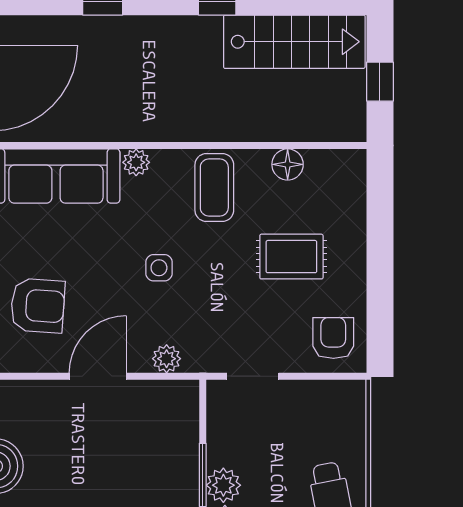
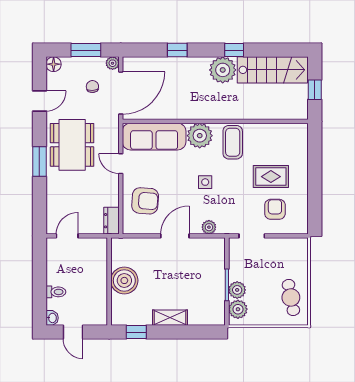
plant: (194, 42) -> (223, 70), added
plant: (136, 162) -> (200, 136), width x1.88, depth x1.88
floor lamp: (288, 164) -> (269, 131), removed
armchair: (333, 338) -> (275, 209), moved

